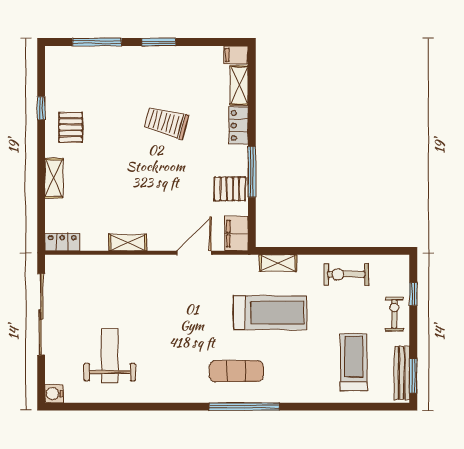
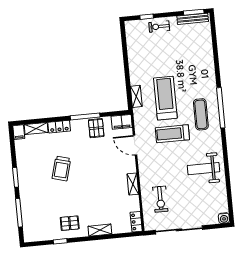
exercise bike: (346, 274) -> (160, 199), moved
weight bench: (110, 356) -> (203, 169), moved
treadmill: (354, 362) -> (172, 134), moved

